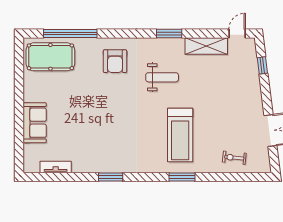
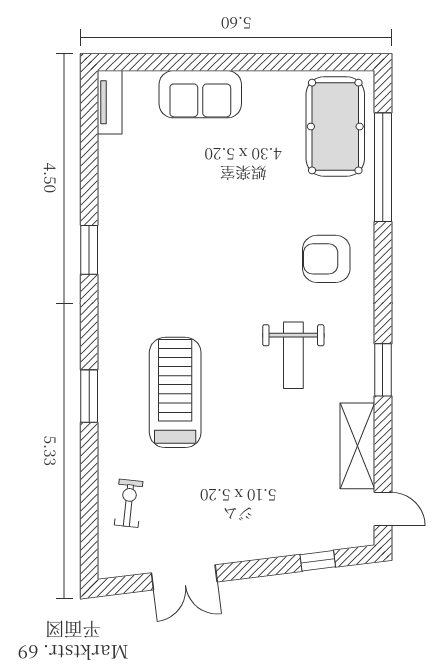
treadmill: (180, 135) -> (175, 392), turned 90
tv unit: (56, 167) -> (110, 102), moved

